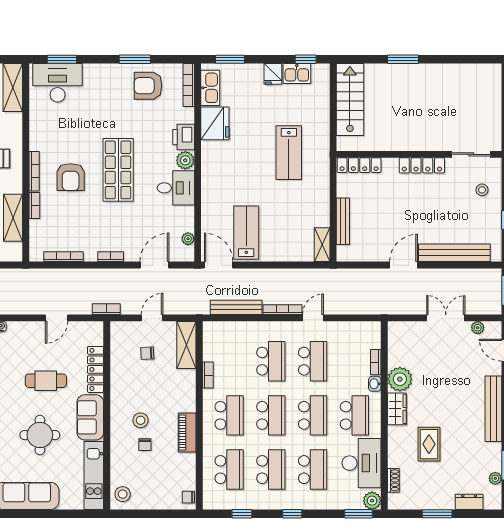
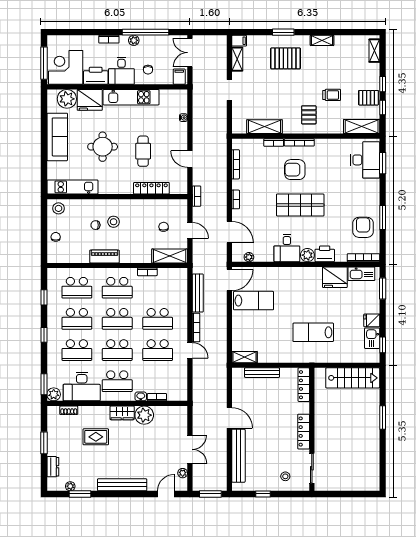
sofa: (90, 417) -> (116, 184), removed
chair: (188, 497) -> (56, 237), moved

